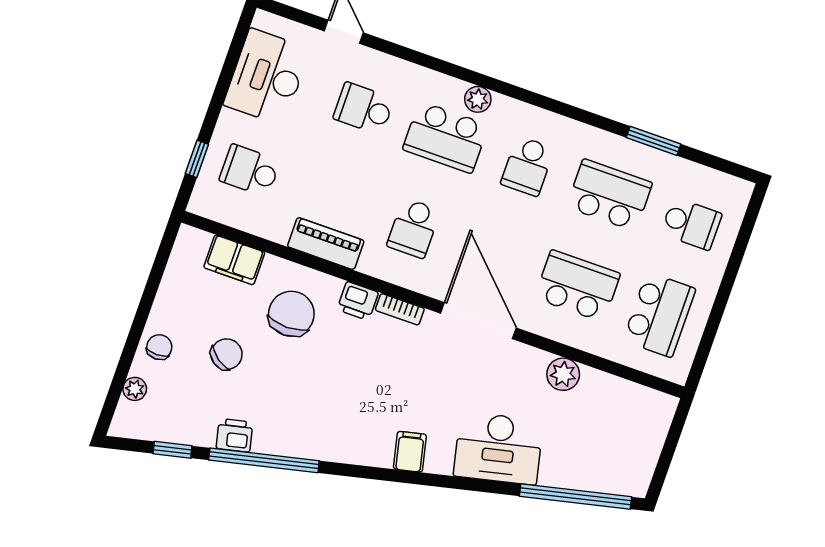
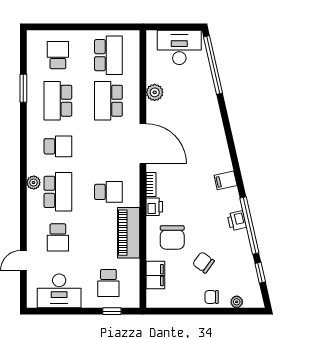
piano: (326, 244) -> (129, 233), width x1.37, depth x1.33
chair: (291, 314) -> (172, 237), turned -90
school desk: (659, 315) -> (108, 55), turned 90
door: (478, 321) -> (143, 144), swing flipped
printer: (234, 435) -> (237, 221), moved
desk: (498, 448) -> (179, 47), moved, turned -77
filing cabinet: (410, 452) -> (226, 180), moved

